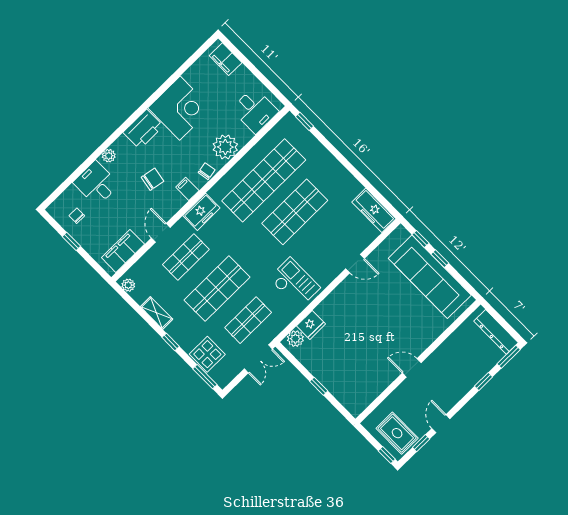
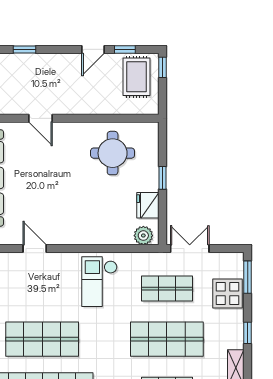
fridge: (311, 325) -> (148, 205), moved, turned -90
door: (412, 368) -> (41, 118), moved
round table: (365, 371) -> (113, 153), added

